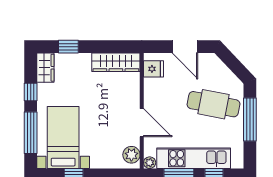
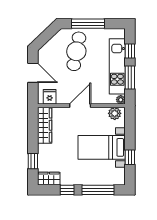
door: (185, 47) -> (33, 73), hinge flipped
door: (142, 123) -> (80, 106), moved
bed with nightstands: (63, 138) -> (102, 147), moved

